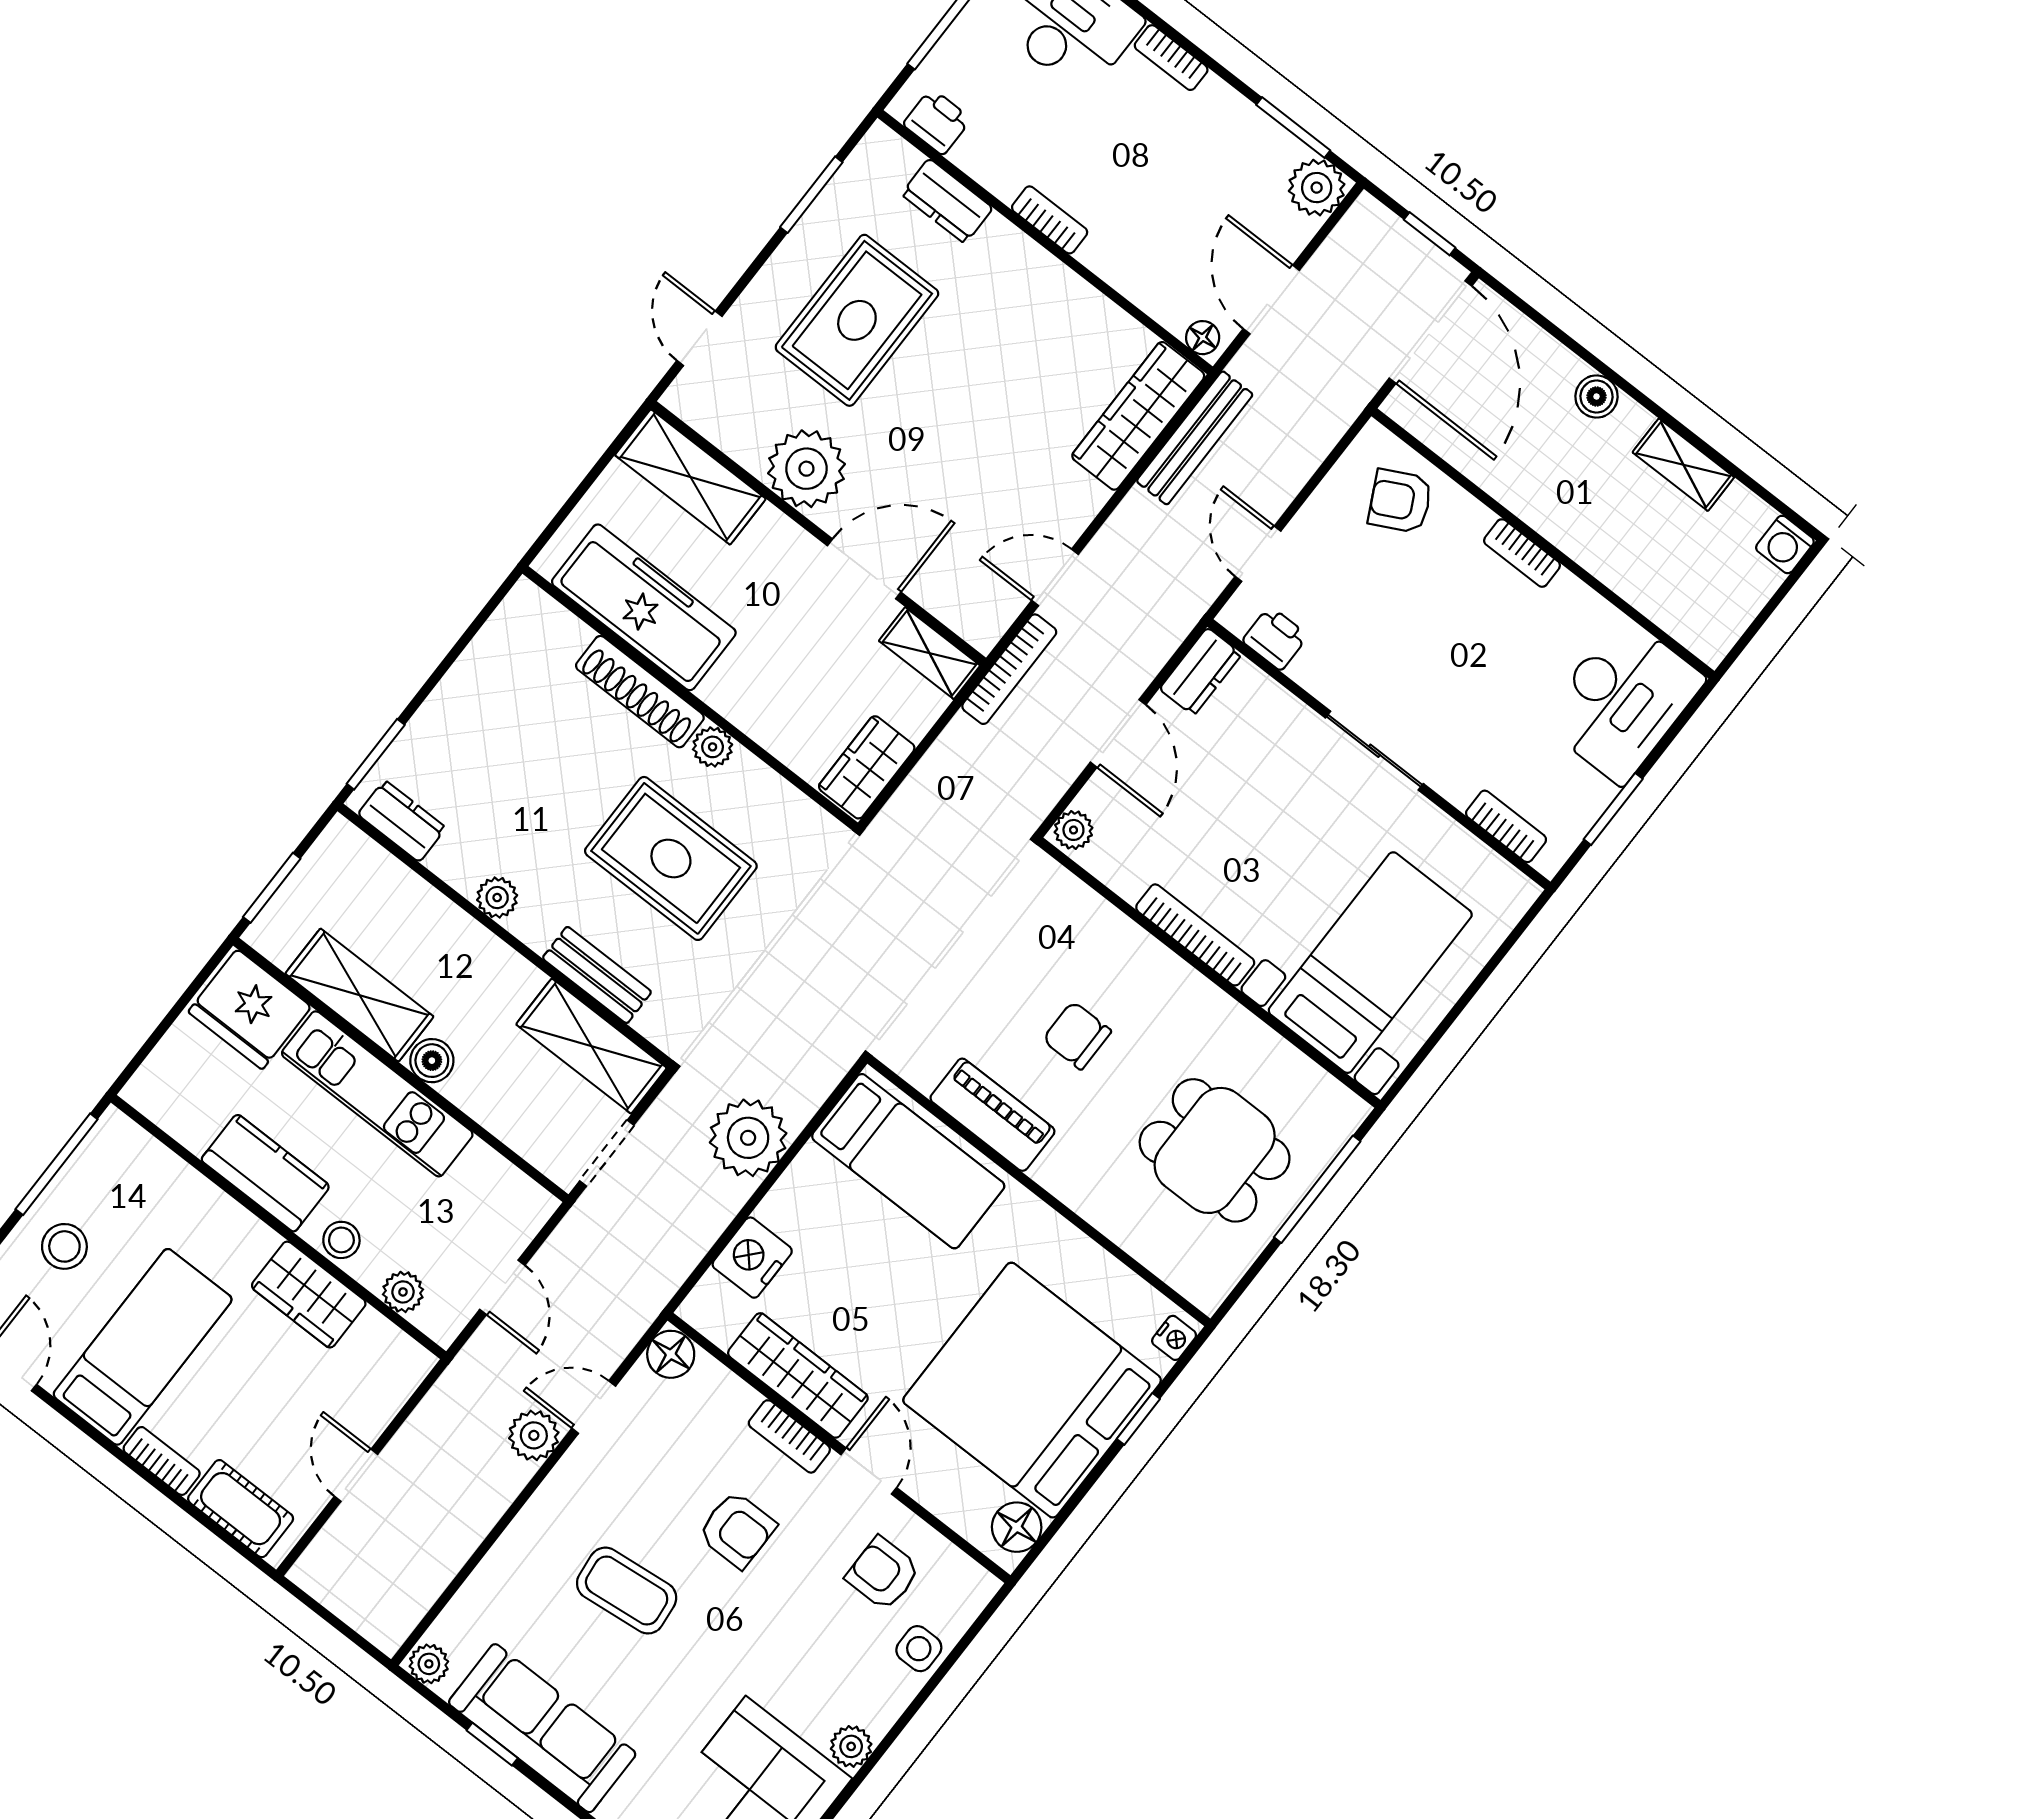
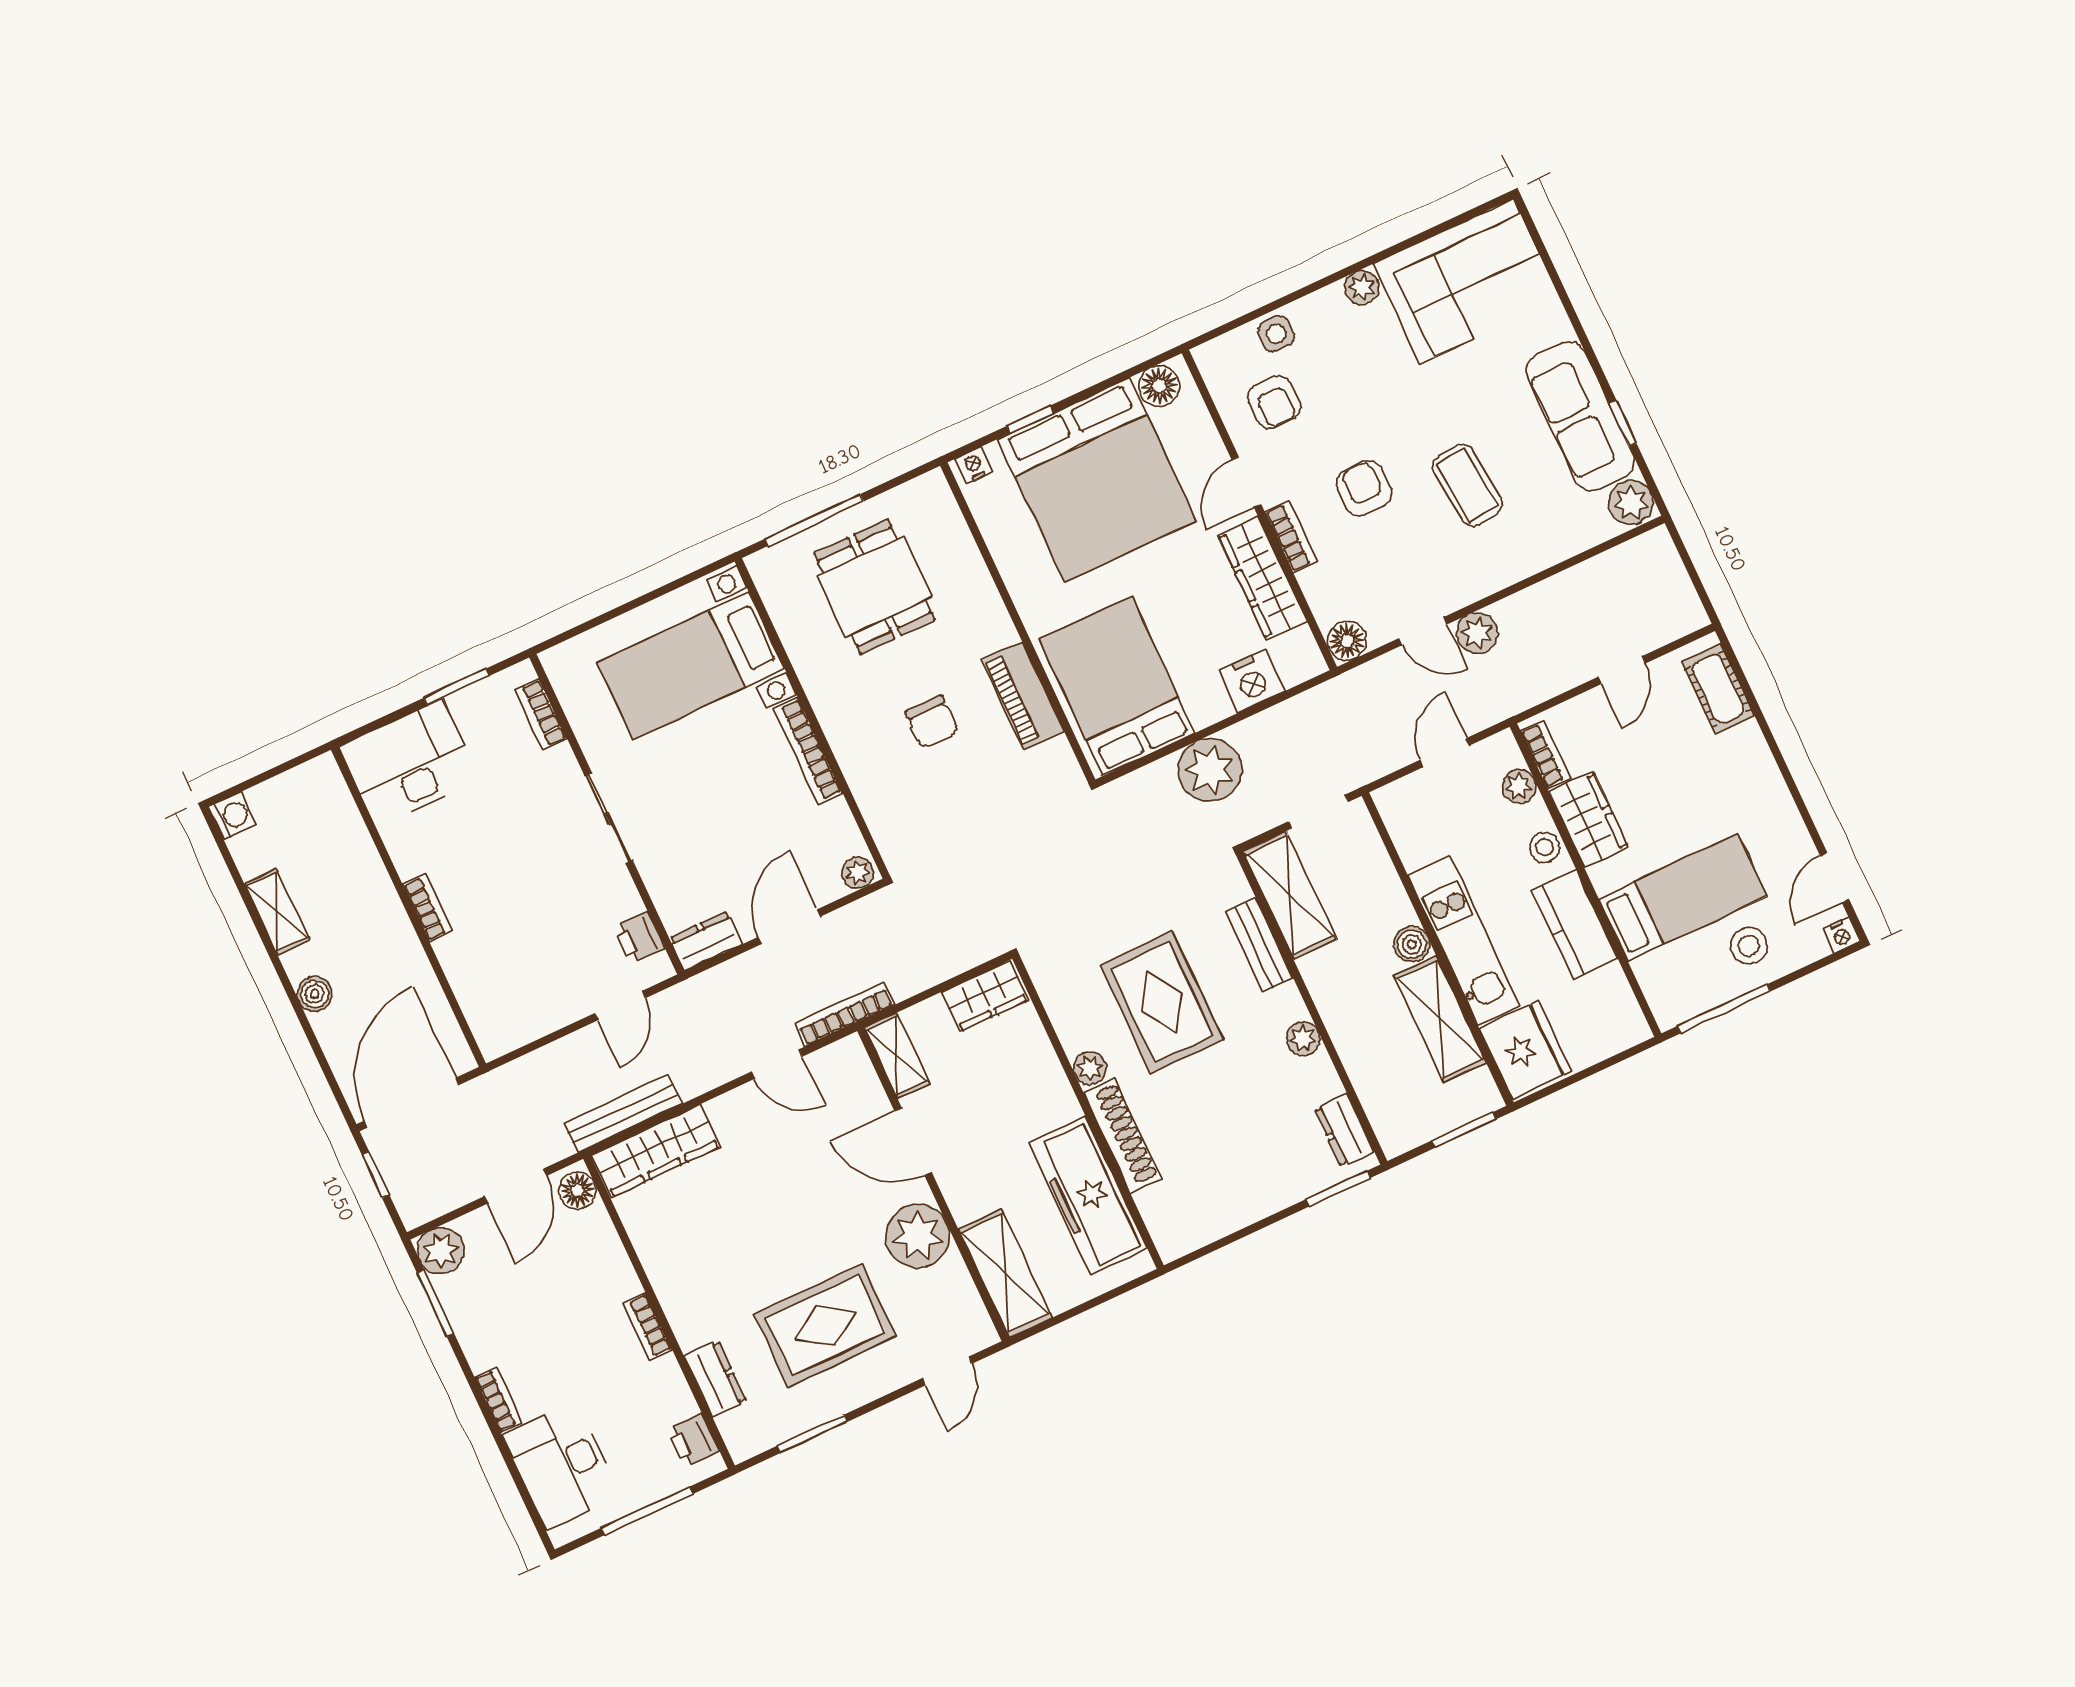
floor lamp: (1203, 338) -> (577, 1190), width x1.37, depth x1.37
armchair: (1400, 501) -> (497, 991), removed
bed: (908, 1161) -> (1117, 686), width x1.50
bed: (143, 1347) -> (1683, 897), moved, turned 180
bookcase: (162, 1461) -> (1545, 755), moved, turned 180
plant: (429, 1664) -> (1631, 503), width x1.38, depth x1.38

